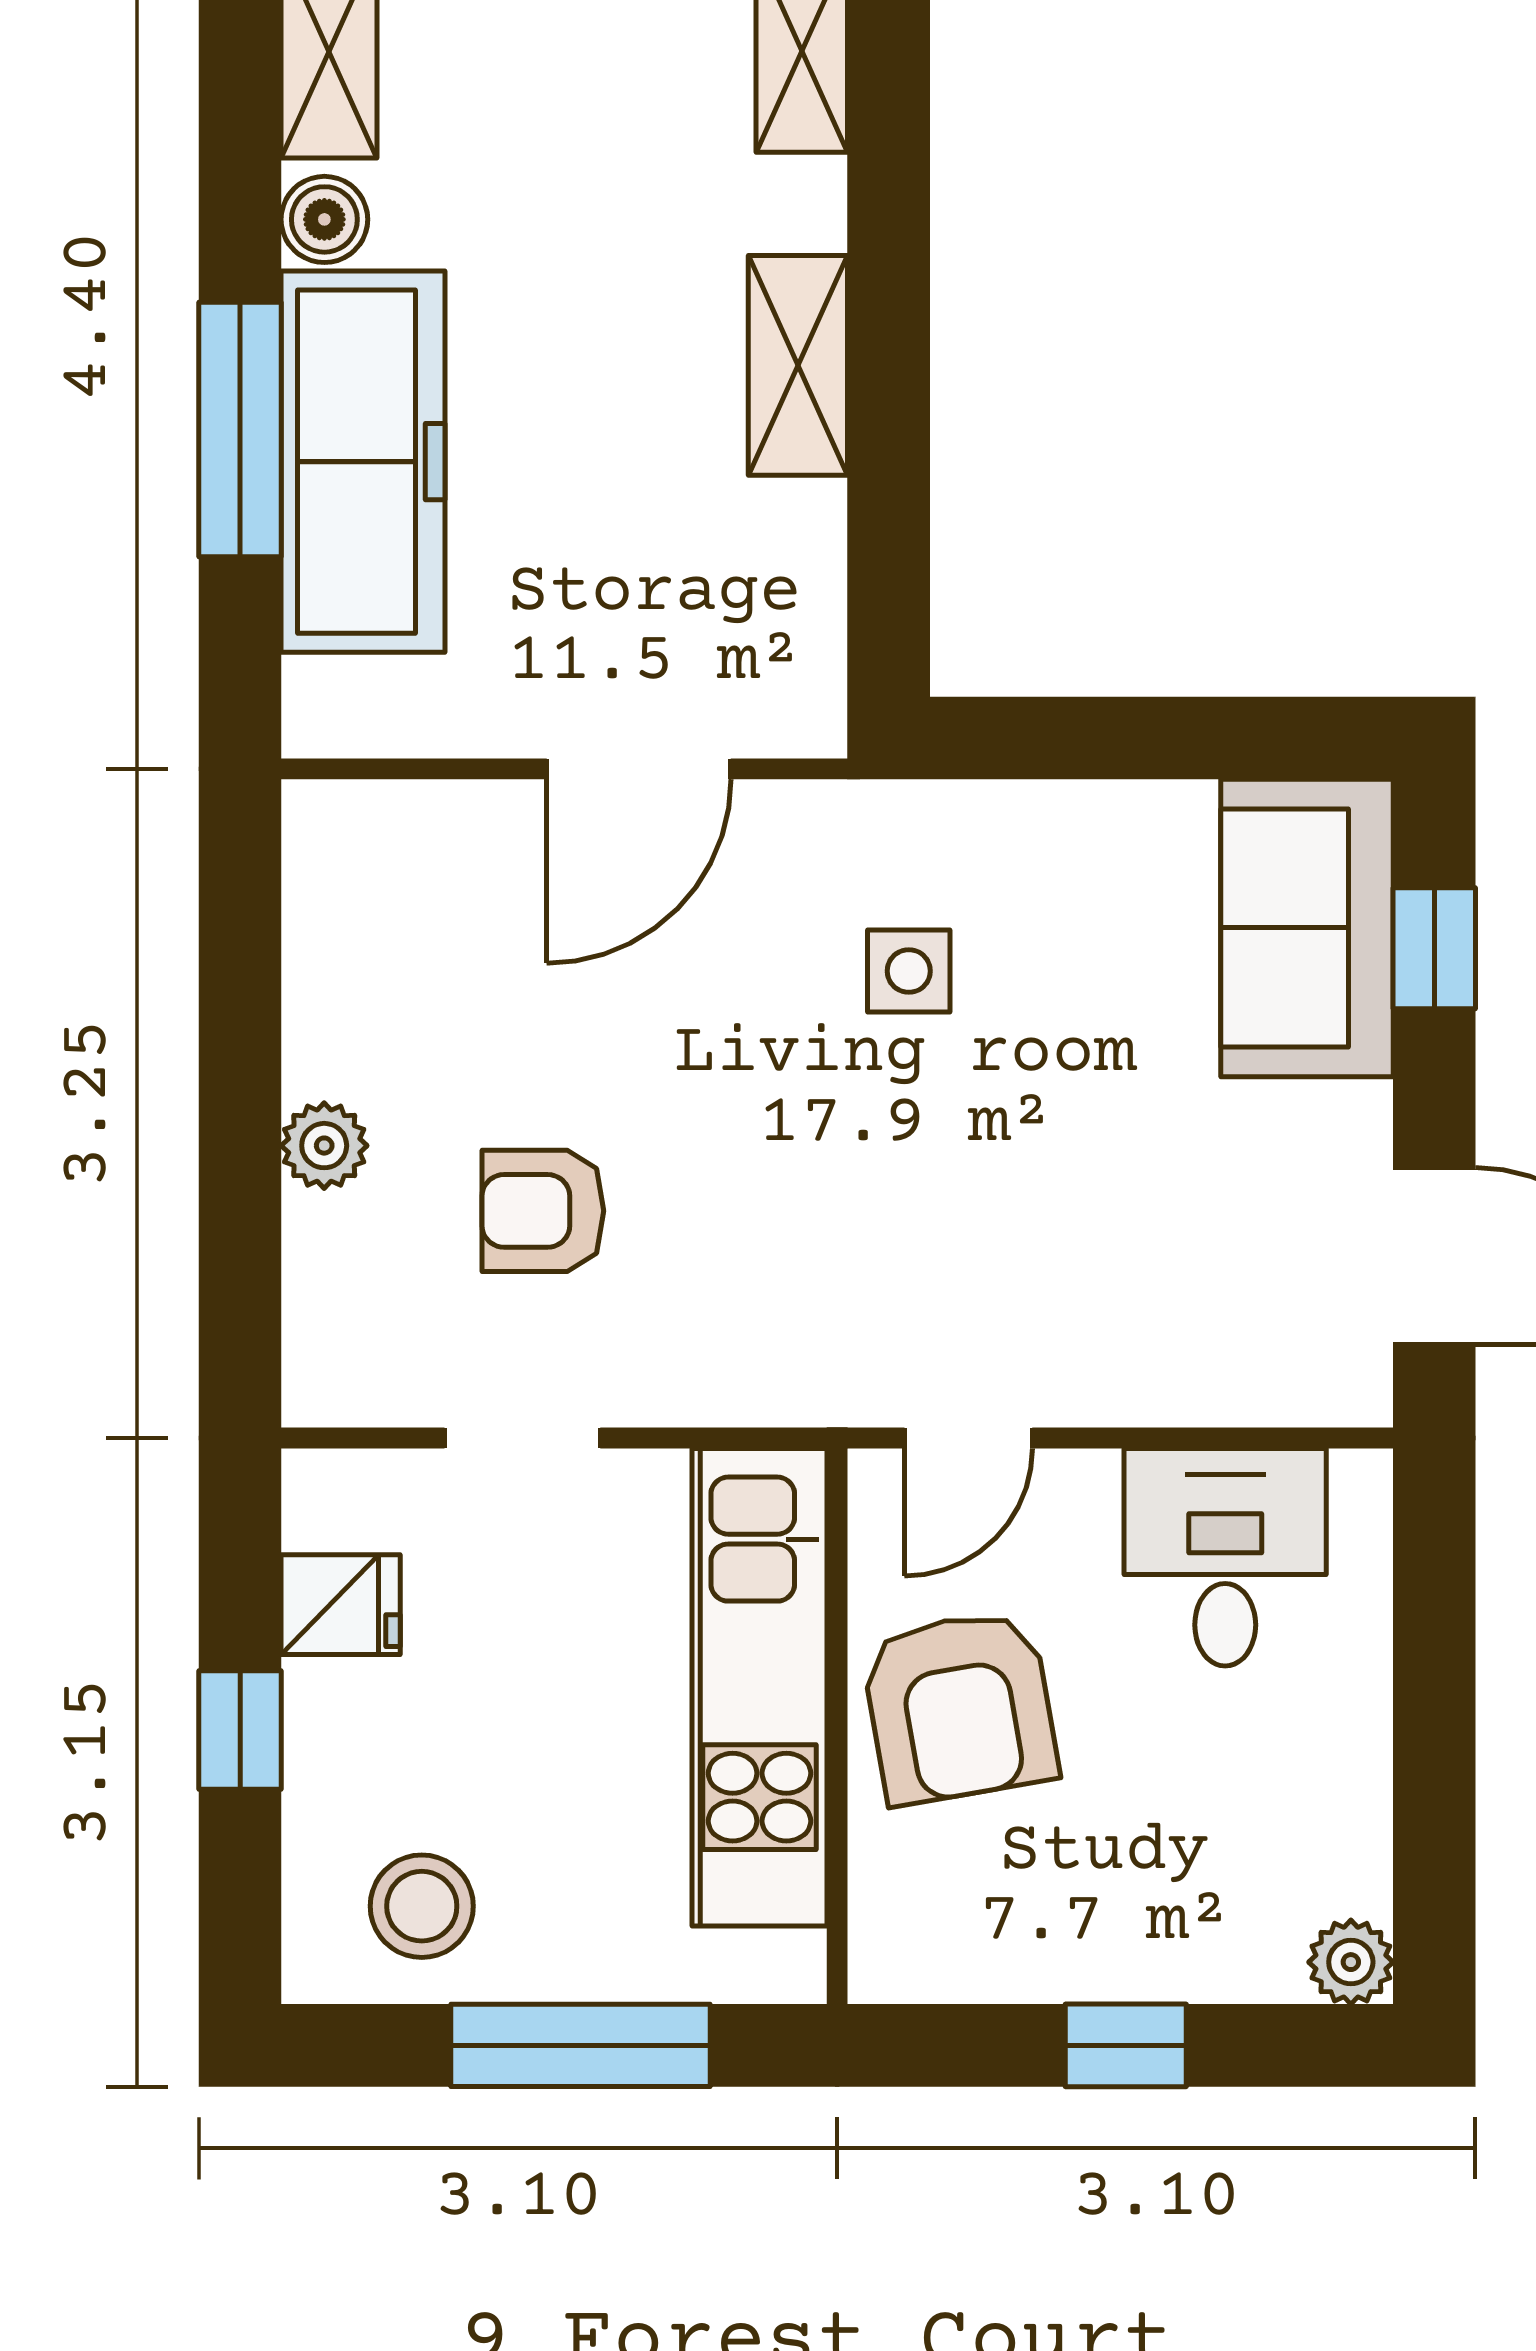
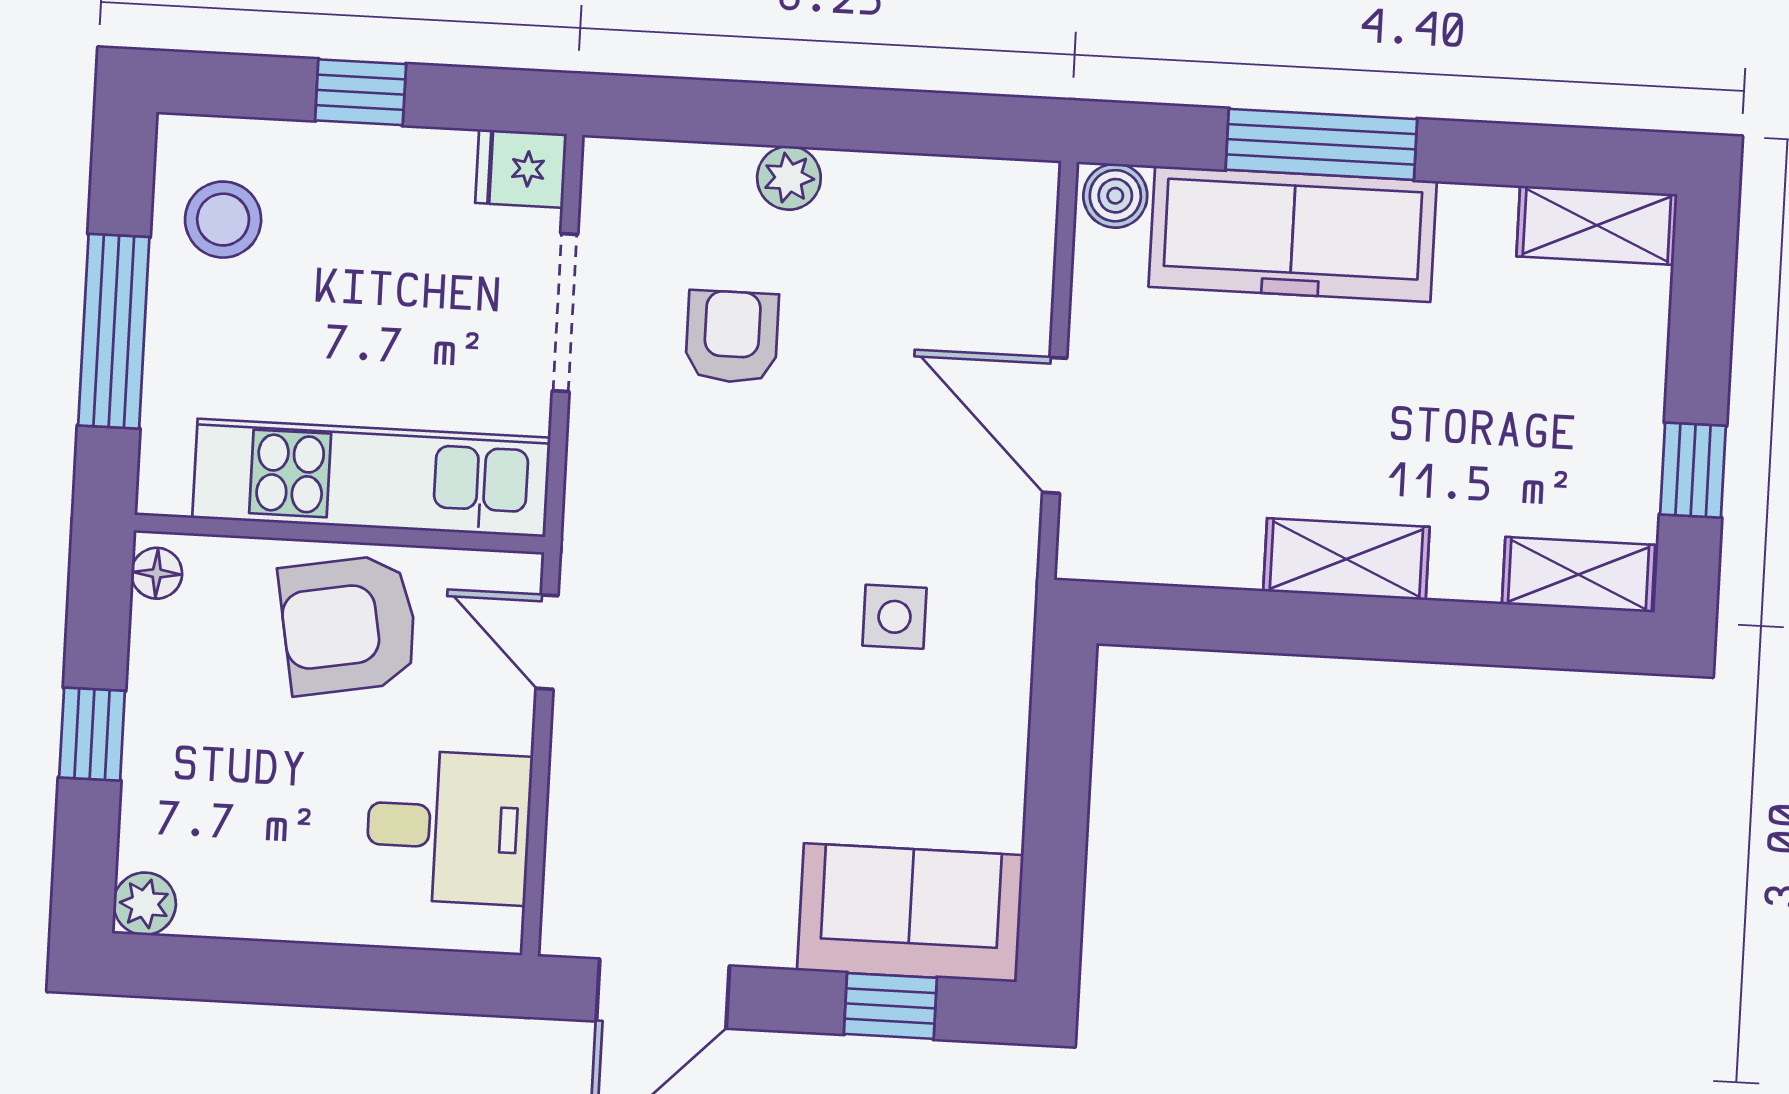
boiler: (324, 219) -> (1115, 196), moved
doorway: (522, 1438) -> (565, 313), width x1.38
fridge: (341, 1605) -> (521, 168), moved, turned 90
floor lamp: (904, 1970) -> (157, 573), added

